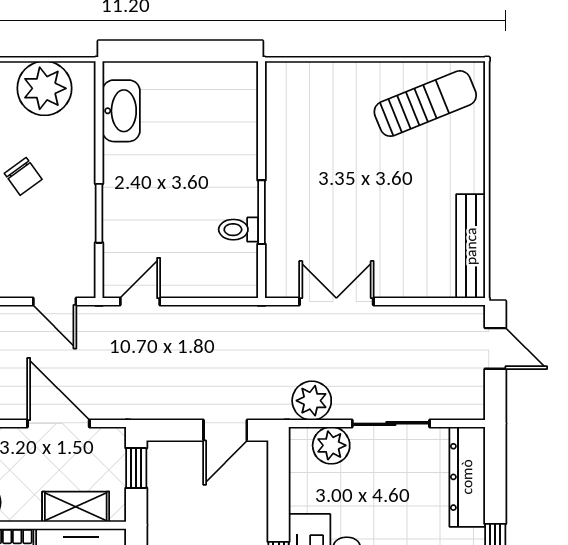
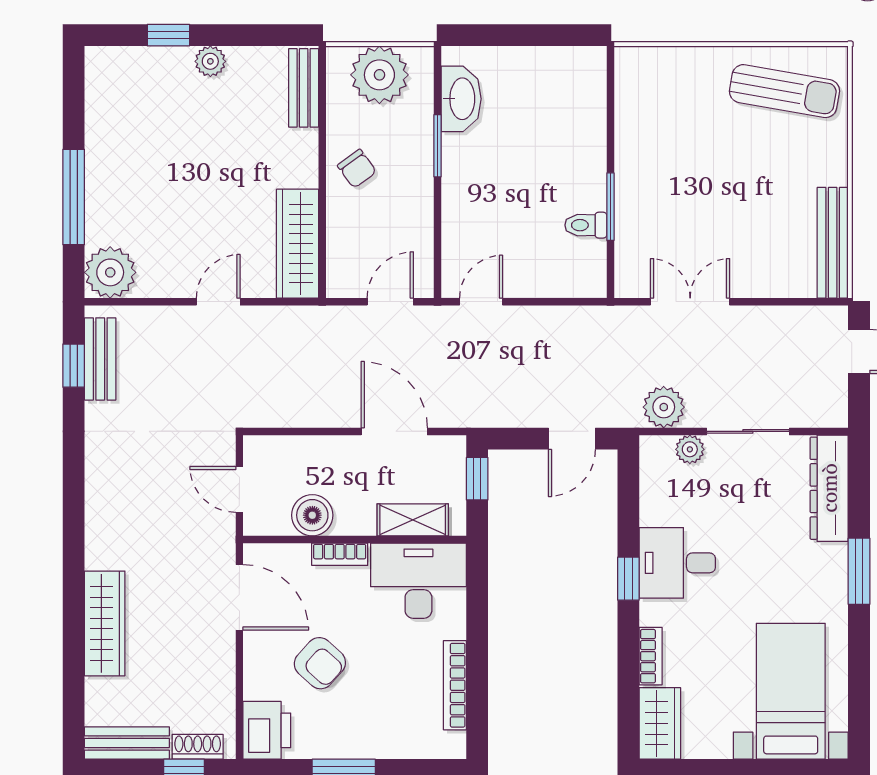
sun lounger: (425, 104) -> (784, 91), turned 32
window: (99, 213) -> (437, 146), moved
door: (55, 302) -> (390, 302), swing flipped
plant: (331, 445) -> (690, 449), width x0.73, depth x0.73

